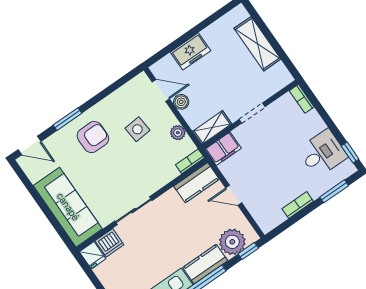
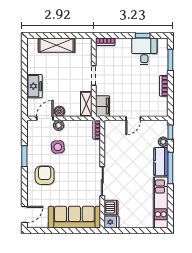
window: (67, 119) -> (24, 156), moved
plant: (178, 133) -> (59, 125), moved
window: (350, 152) -> (143, 36), moved
kitchen counter: (197, 183) -> (111, 134), removed
plant: (232, 242) -> (163, 142), width x0.53, depth x0.53

